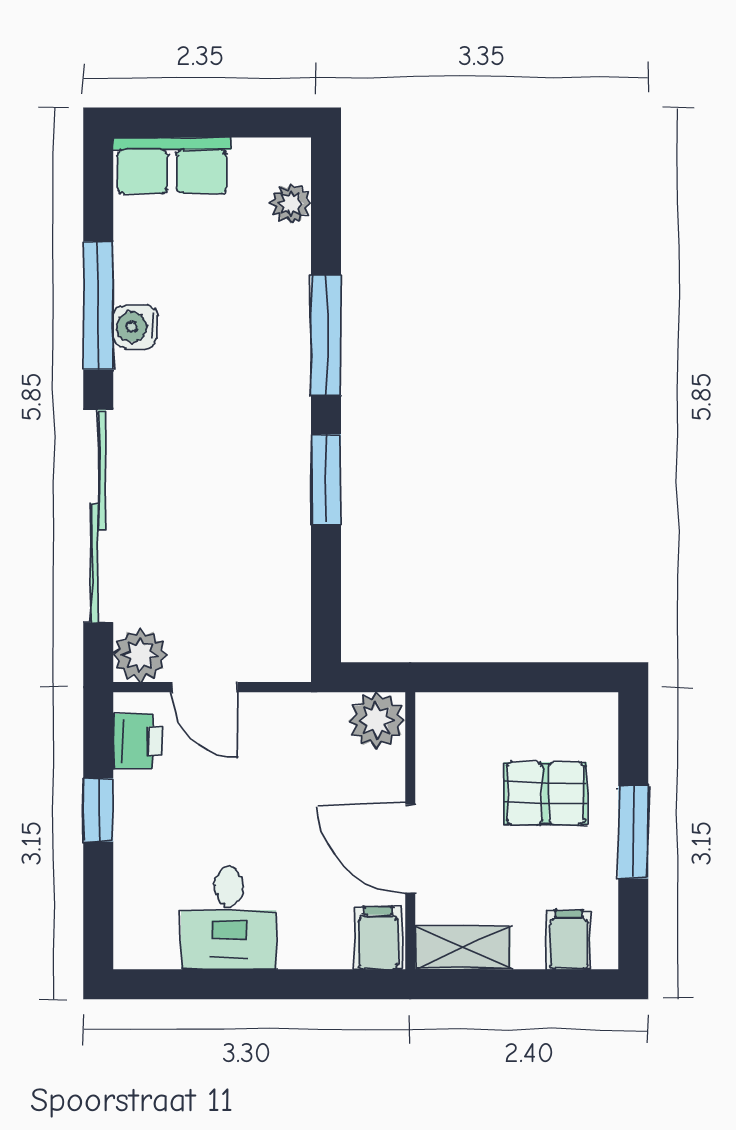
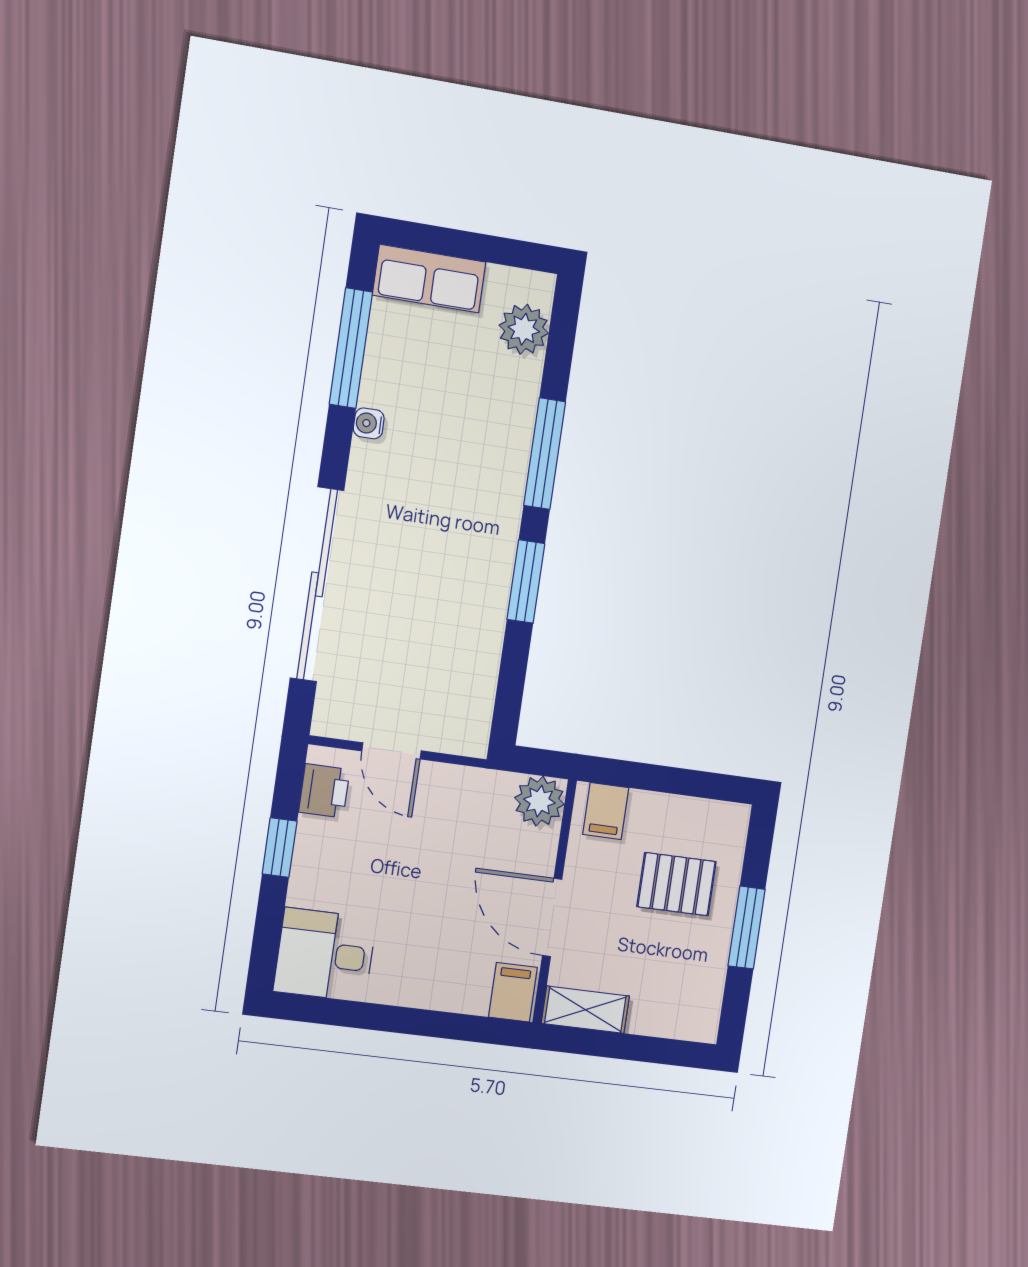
plant: (291, 203) -> (524, 329), width x1.38, depth x1.38
window: (98, 306) -> (351, 348), moved
water cooler: (135, 327) -> (369, 423), width x0.72, depth x0.72
plant: (140, 655) -> (337, 714), removed
desk: (229, 918) -> (325, 955), moved, turned 90
filing cabinet: (569, 940) -> (606, 811), moved, turned 180

